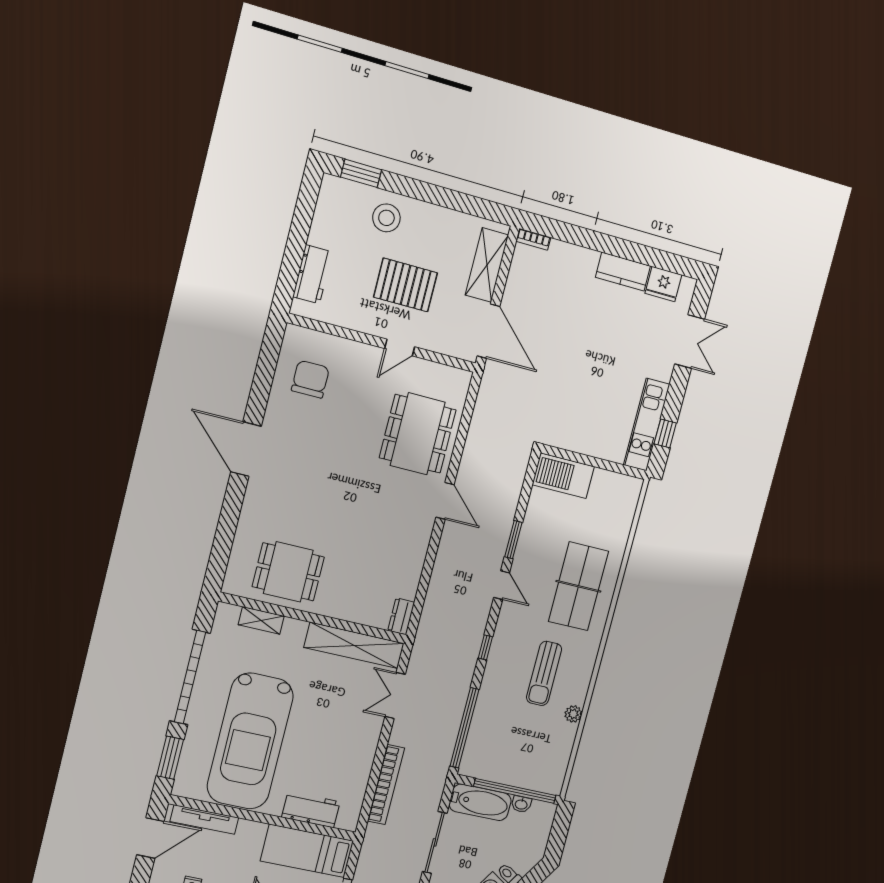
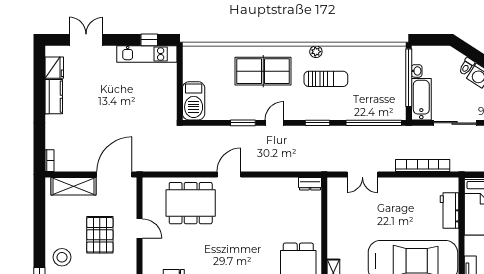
shelving: (354, 645) -> (336, 209), removed
window: (485, 647) -> (318, 123), width x1.50
plant: (573, 714) -> (316, 52), moved

